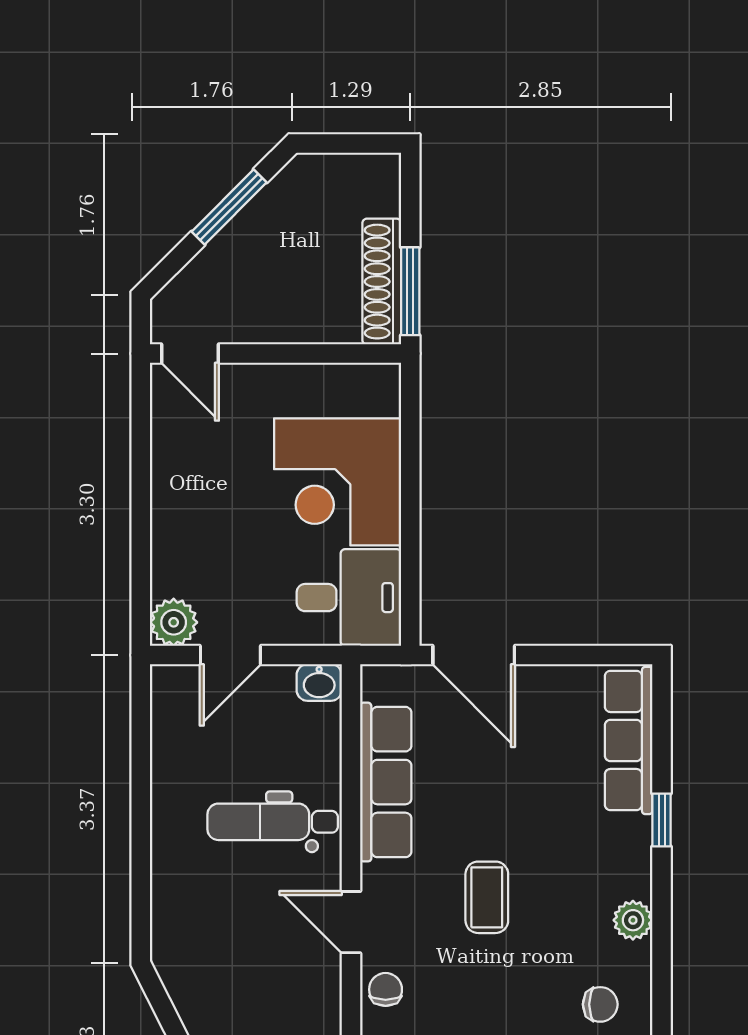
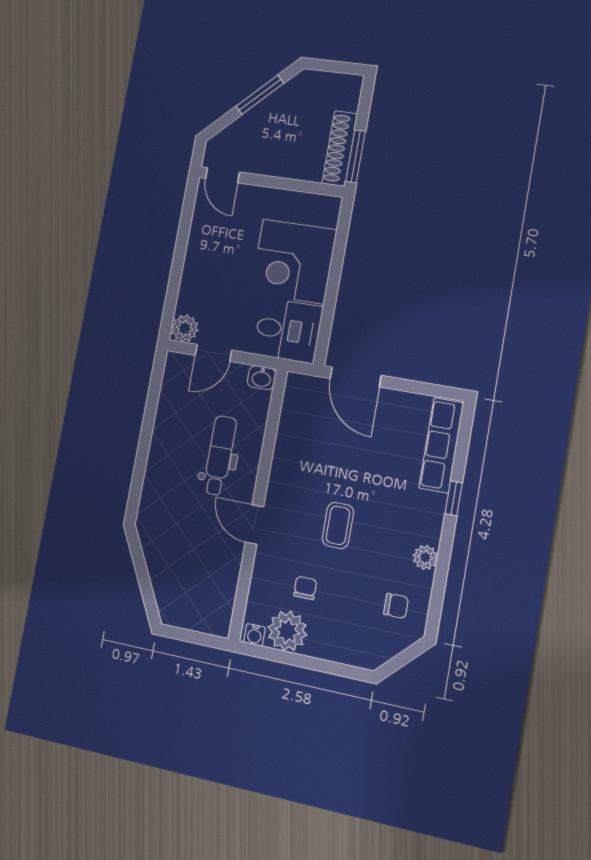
row of seats: (386, 782) -> (290, 444), removed
dental chair: (273, 822) -> (220, 456), turned 90
chair: (386, 989) -> (305, 588), moved

